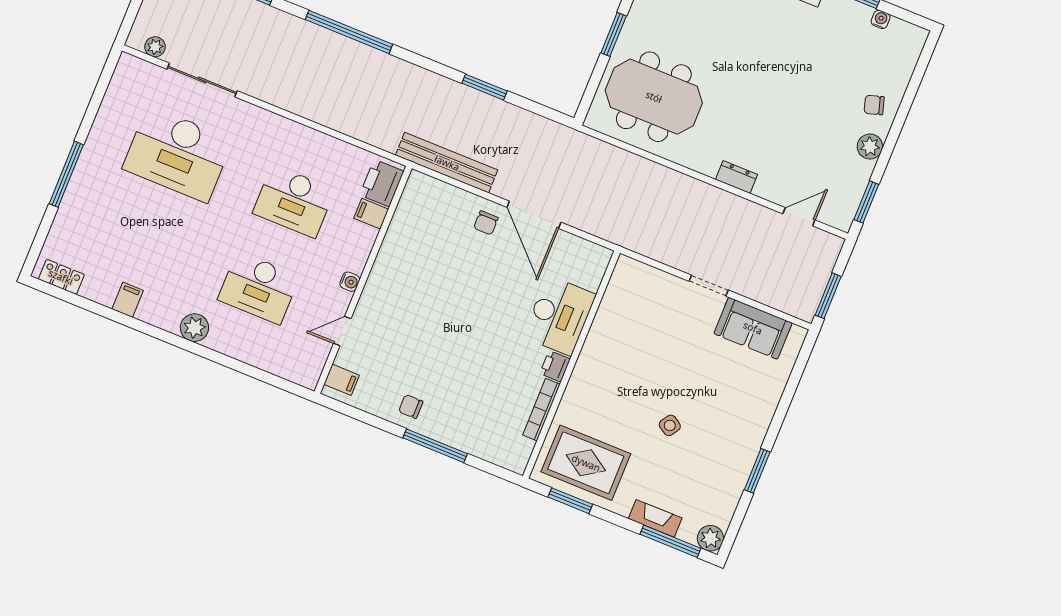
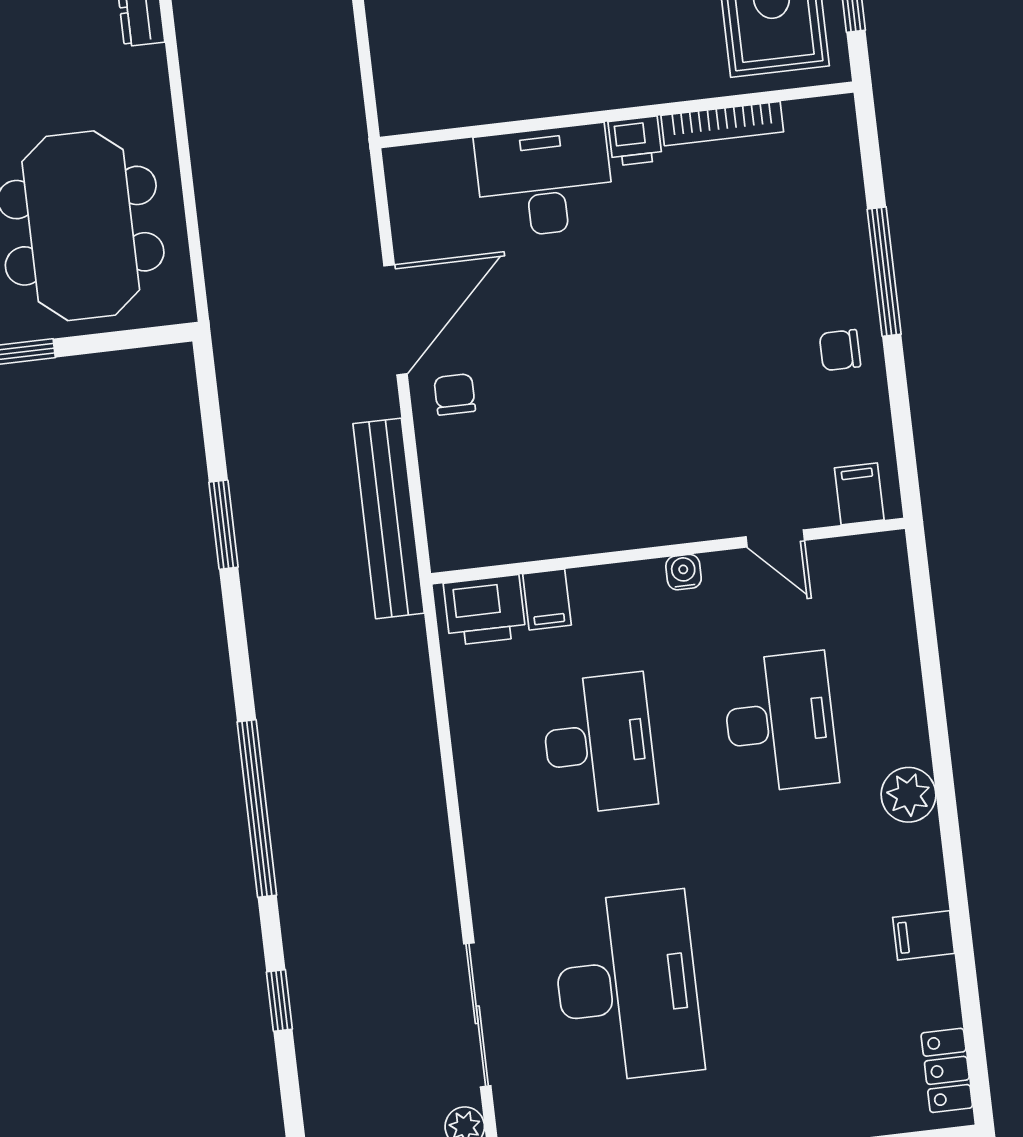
chair: (486, 223) -> (455, 394), turned -90
chair: (411, 407) -> (840, 350), turned 90

